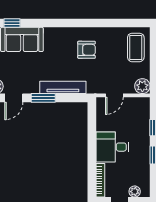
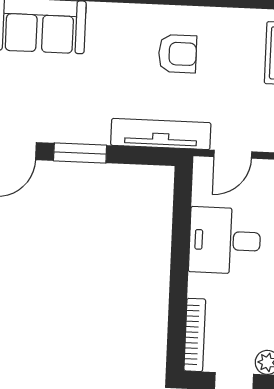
tv unit: (63, 87) -> (161, 134), moved
desk: (112, 147) -> (225, 241), moved

